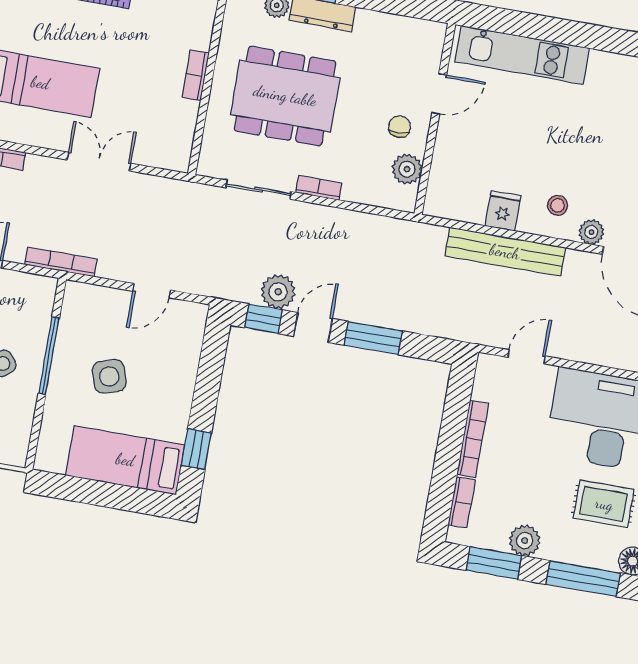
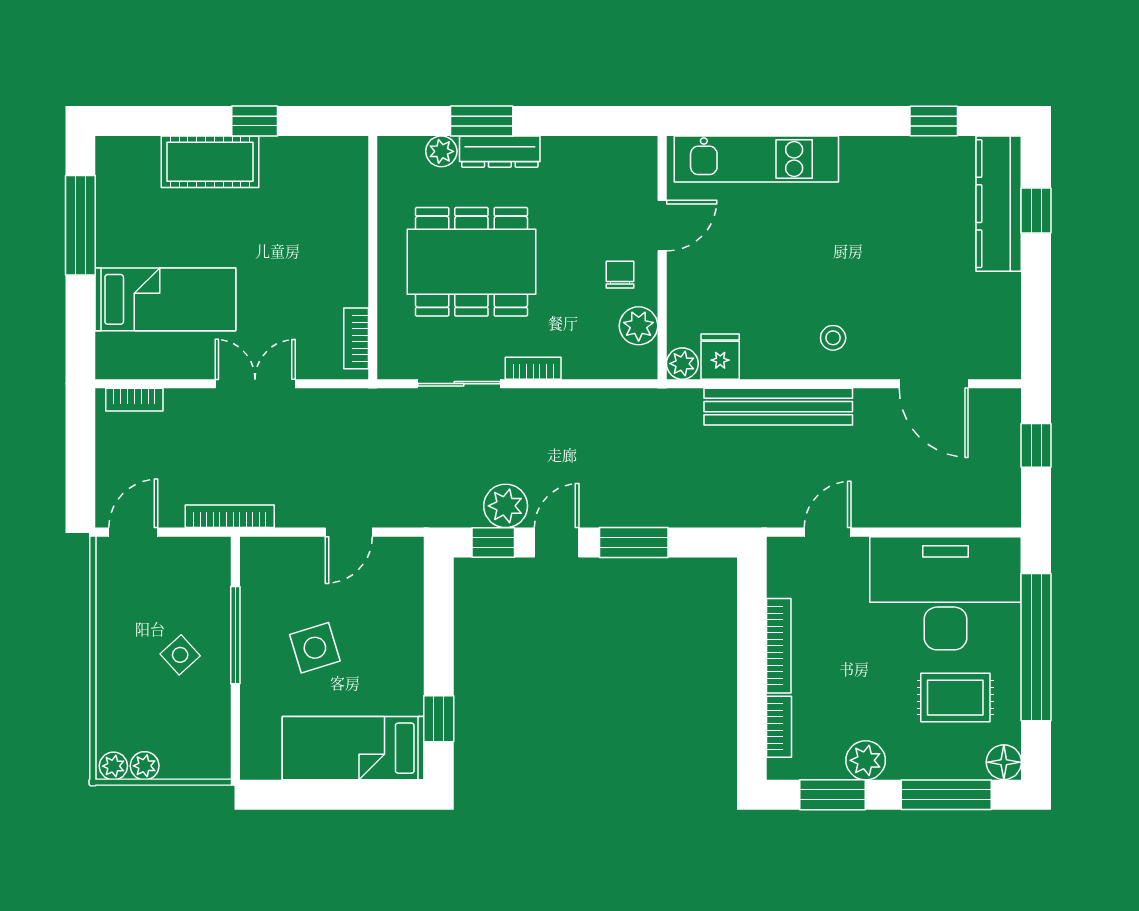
bookcase: (196, 75) -> (356, 338), moved
fridge: (503, 211) -> (720, 357), moved
plant: (591, 232) -> (682, 364), moved

